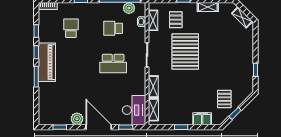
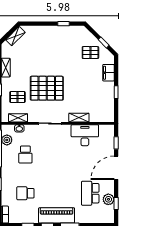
school desk: (113, 64) -> (90, 193), moved, turned 180
desk: (134, 110) -> (85, 135), moved
shelving: (153, 110) -> (100, 118), removed
plant: (77, 119) -> (108, 199), moved

